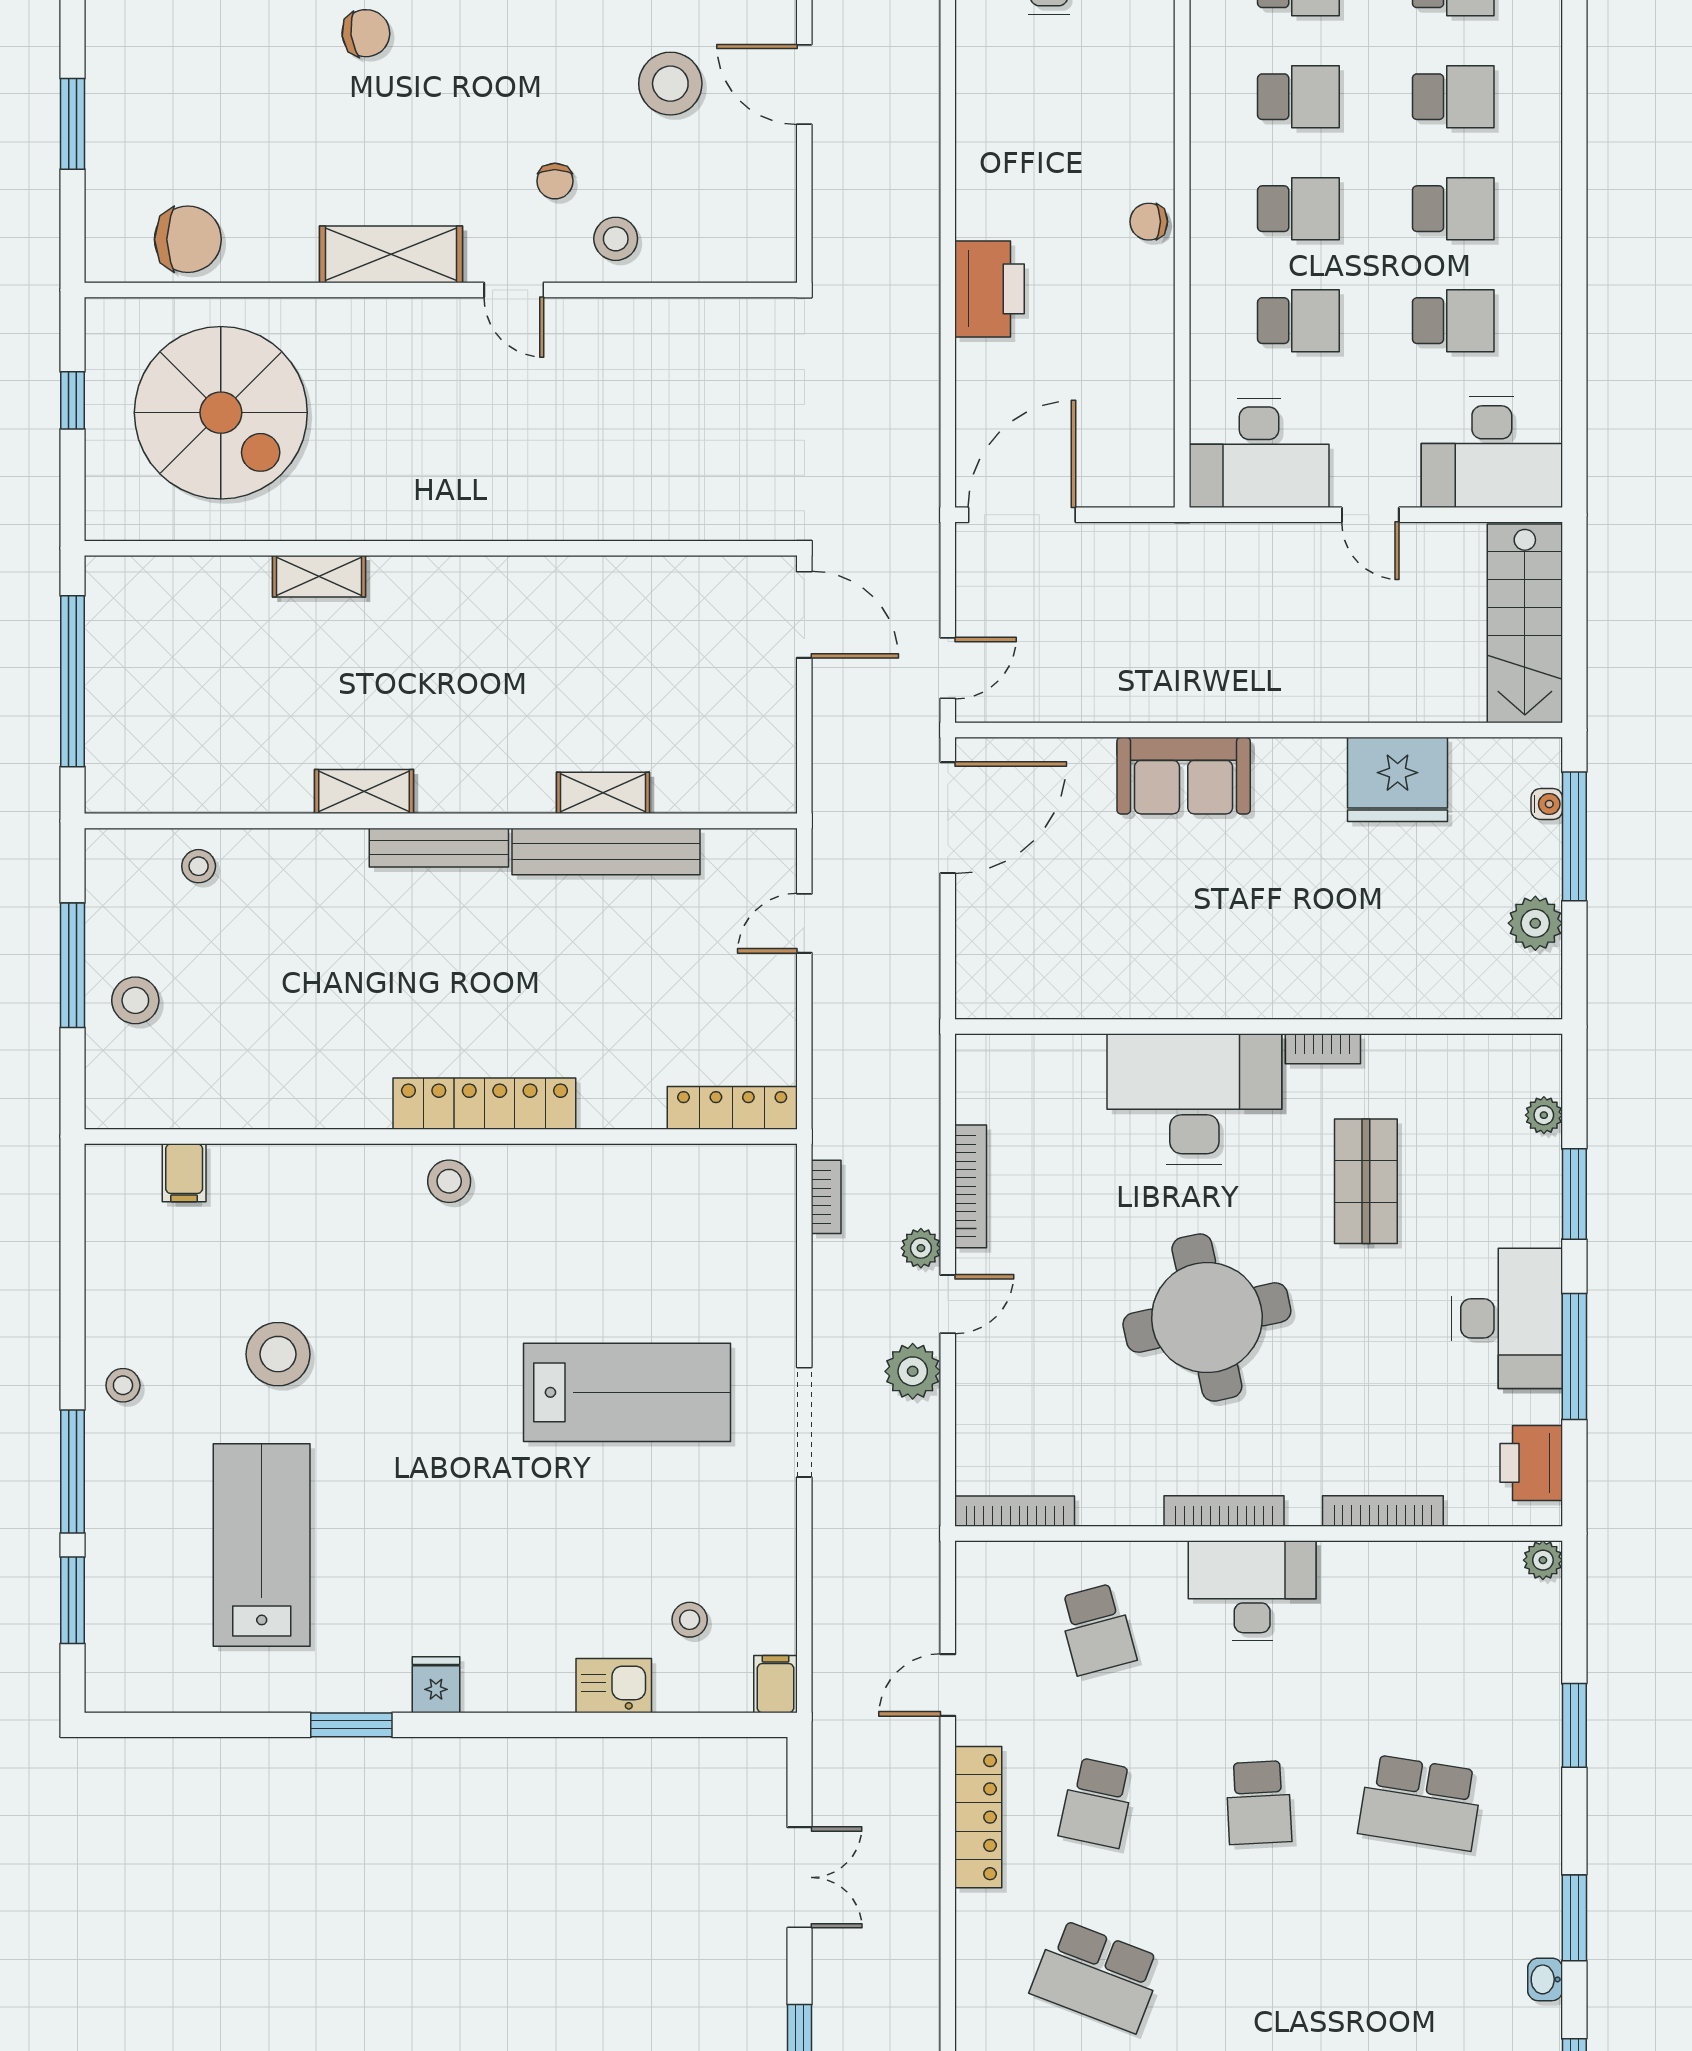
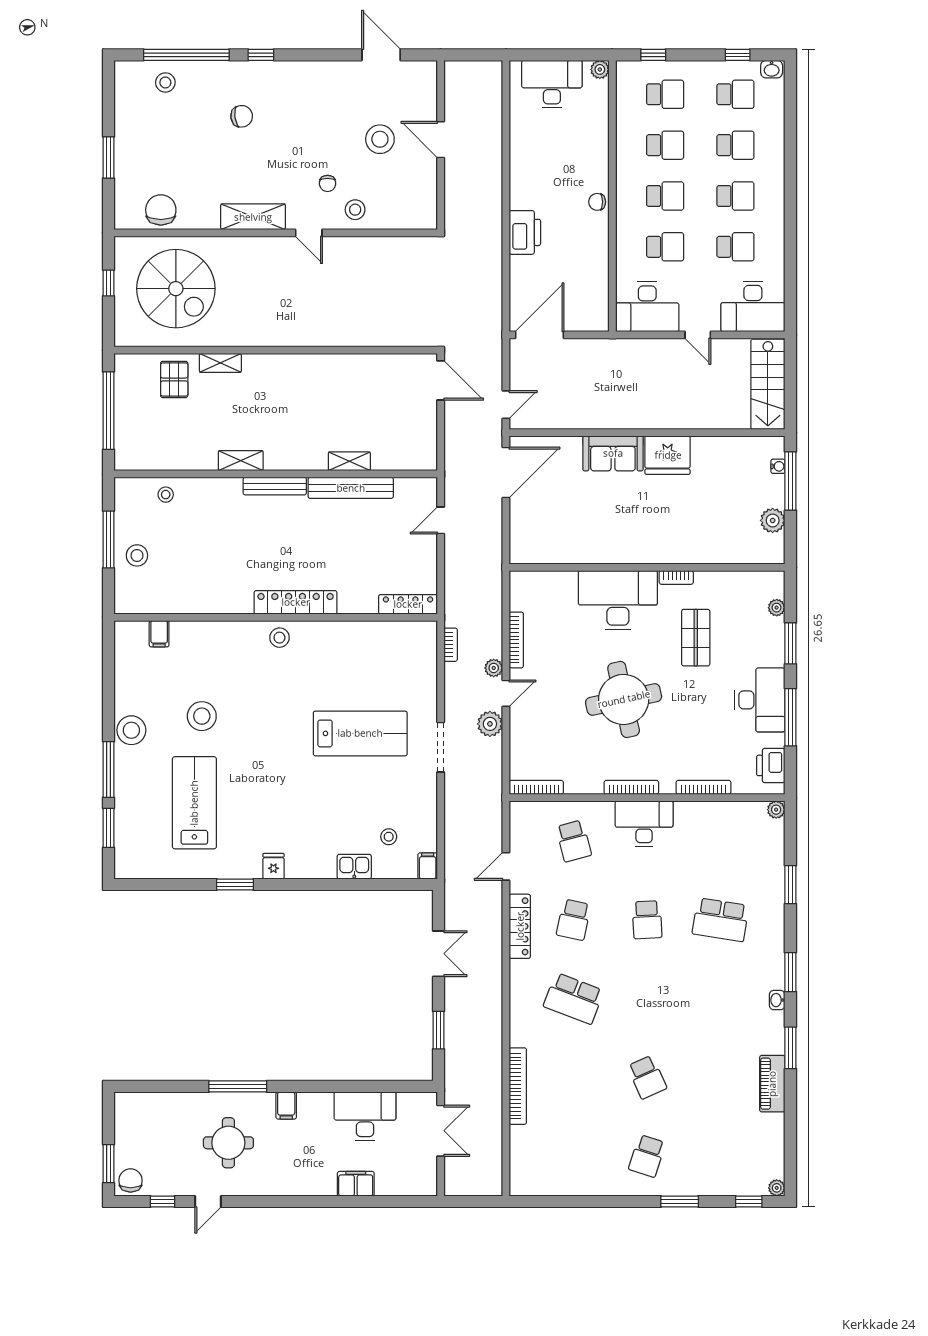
chair: (188, 239) -> (161, 210), turned -90
pallet: (217, 613) -> (174, 379), added
fridge: (1398, 779) -> (668, 455), moved
stool: (123, 1385) -> (131, 730), width x1.89, depth x1.89

